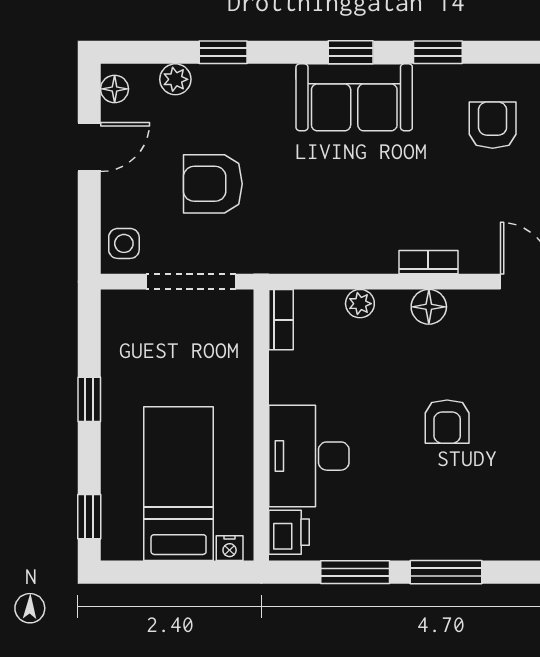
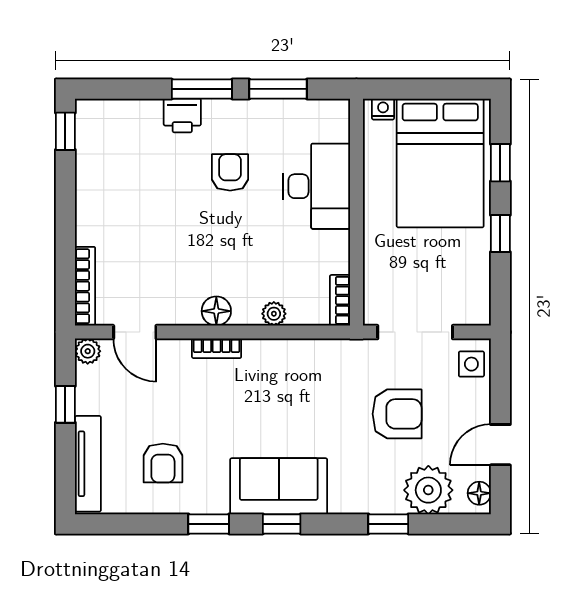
plant: (175, 79) -> (428, 490), width x1.87, depth x1.87
armchair: (447, 422) -> (230, 172), moved
bed: (179, 484) -> (440, 163), width x1.50
window: (89, 517) -> (500, 163), moved
printer: (289, 532) -> (182, 115), moved, turned -90

